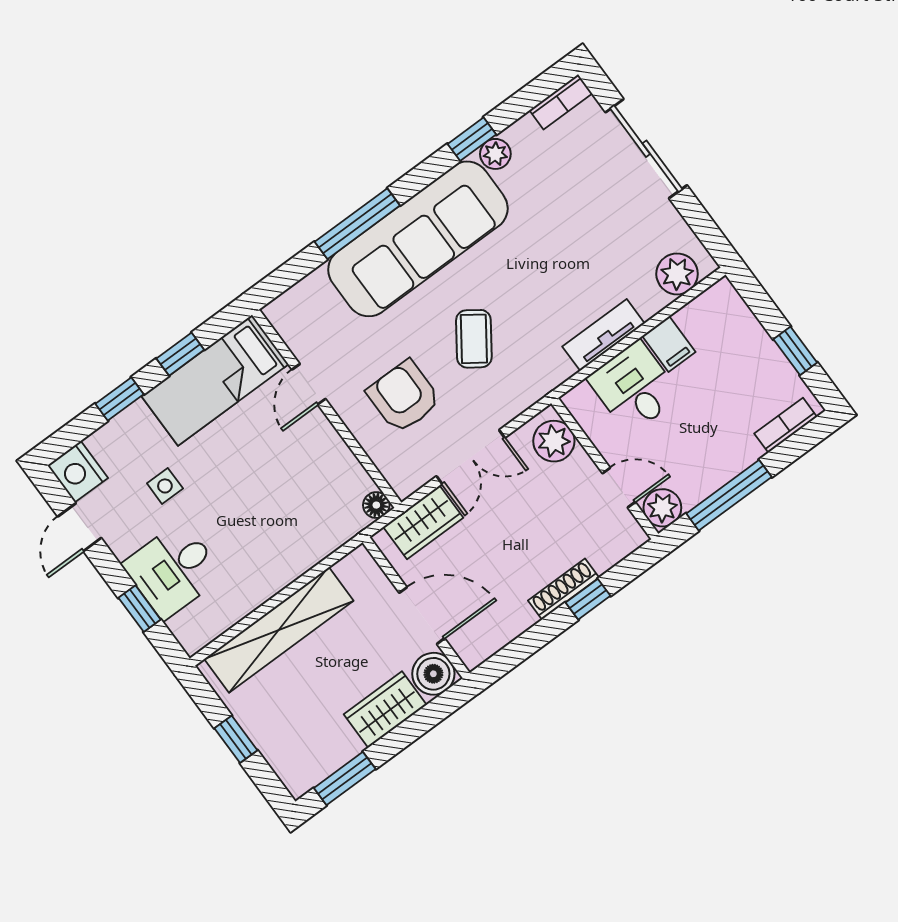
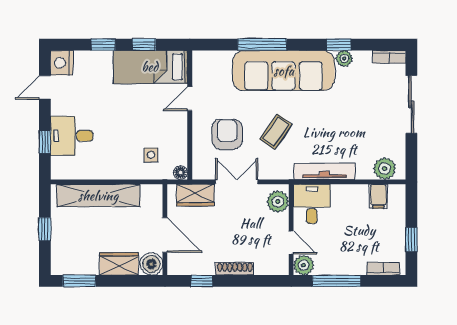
tv unit: (603, 335) -> (324, 171), width x1.41
filing cabinet: (669, 344) -> (378, 196), moved
desk: (634, 387) -> (312, 204), moved
double door: (471, 457) -> (237, 182), swing flipped
side table: (165, 486) -> (151, 155), moved
window: (588, 599) -> (202, 281), moved

